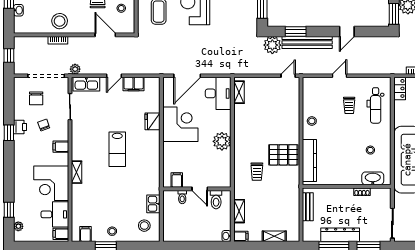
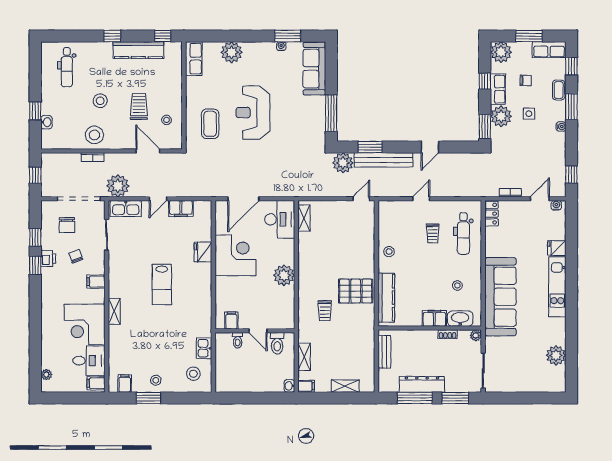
plant: (75, 69) -> (118, 186), width x1.87, depth x1.87
filing cabinet: (351, 178) -> (434, 318), added
plant: (386, 193) -> (476, 335), added
window: (9, 210) -> (35, 237), moved

